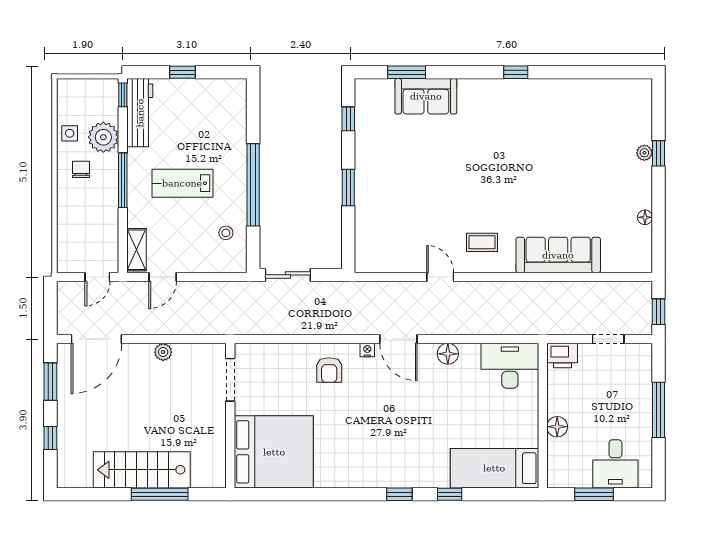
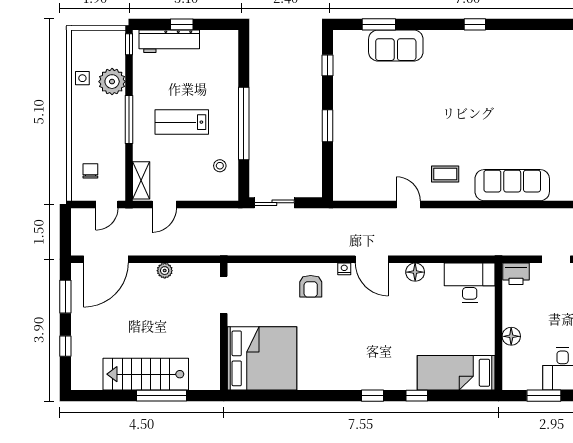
workbench: (140, 113) -> (169, 41), moved, turned 90
chair: (81, 169) -> (90, 171), moved

